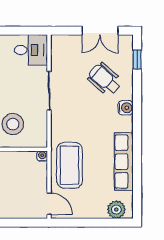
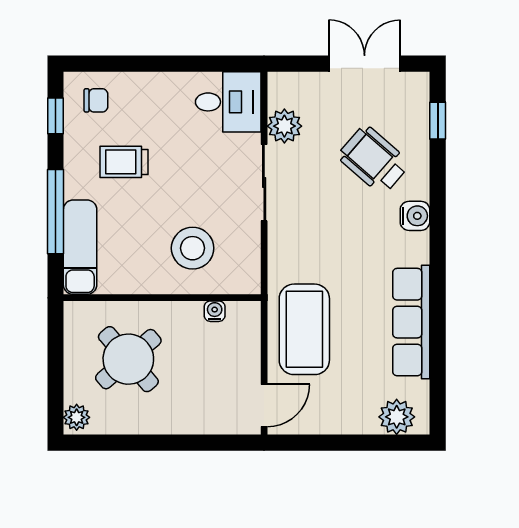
double door: (100, 31) -> (365, 64), swing flipped
plant: (59, 62) -> (284, 126), added
water cooler: (42, 156) -> (215, 311), moved
door: (49, 204) -> (264, 405), hinge flipped

